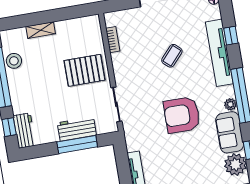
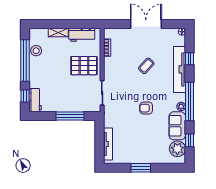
armchair: (182, 115) -> (146, 108), width x0.53, depth x0.53
workbench: (77, 129) -> (82, 35), moved, turned 180

